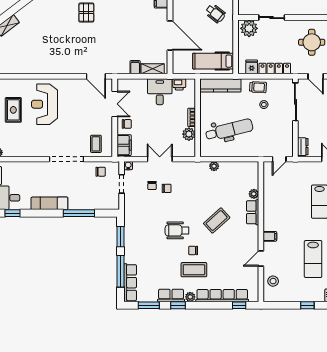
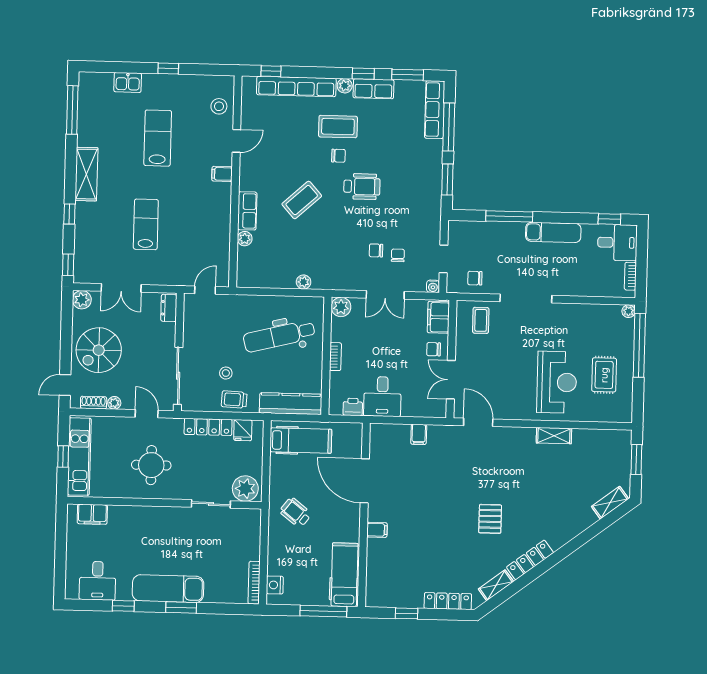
shelving: (153, 69) -> (554, 436), moved
plant: (189, 134) -> (341, 307), moved

